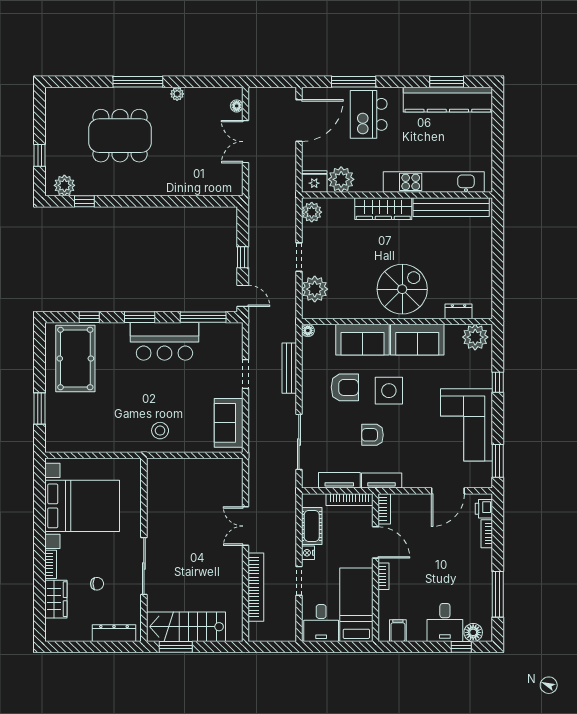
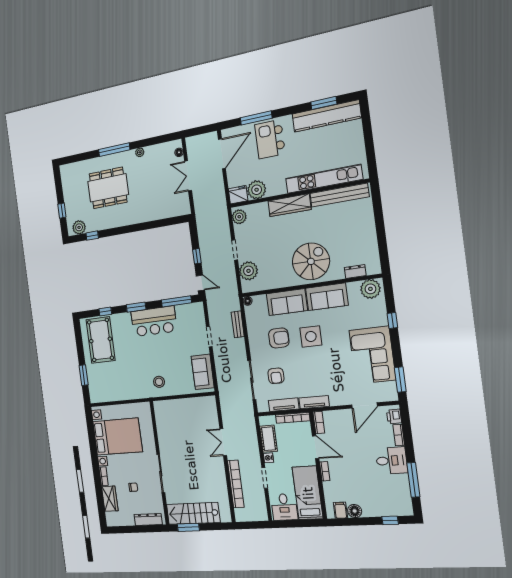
bench: (289, 368) -> (238, 324), width x0.73
armchair: (373, 435) -> (276, 376), moved, turned -90
desk: (445, 622) -> (392, 461), moved, turned -90
floor lamp: (473, 632) -> (355, 511), moved

